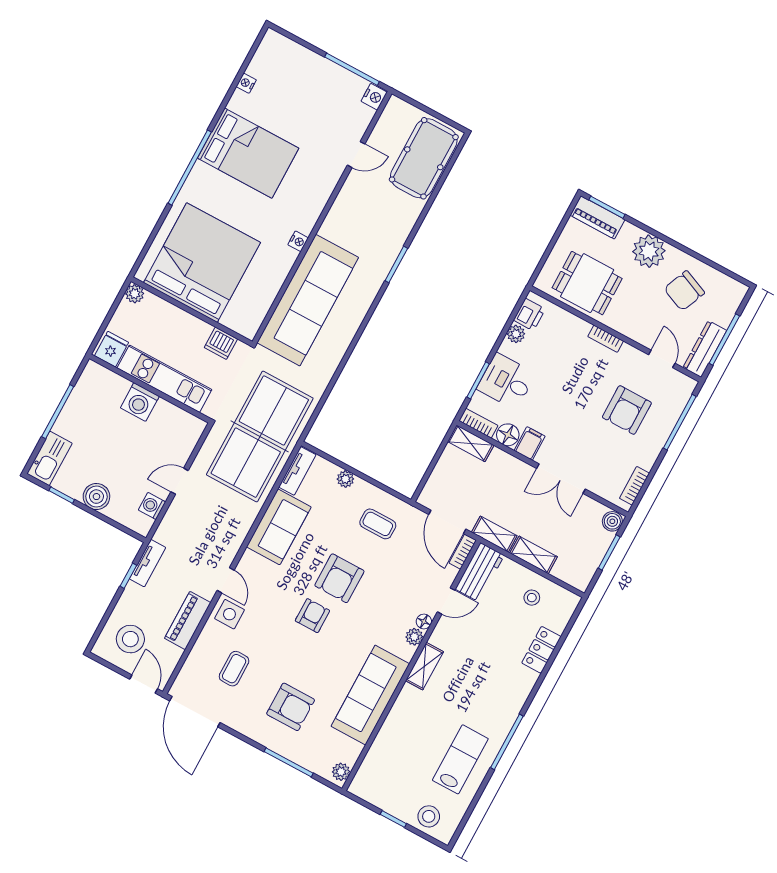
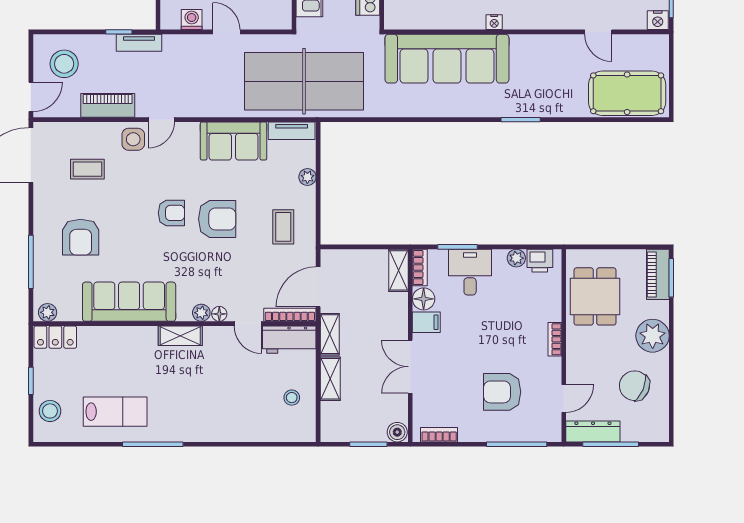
bookcase: (463, 552) -> (290, 315), width x1.56
armchair: (339, 578) -> (217, 219), turned 180
locker: (541, 650) -> (55, 337), moved, turned 180

